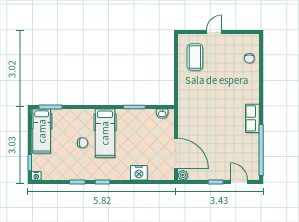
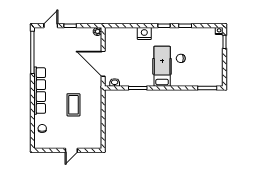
coffee table: (195, 57) -> (73, 105), moved
row of seats: (252, 118) -> (40, 91), width x2.02
hospital bed: (42, 131) -> (215, 68), removed
door: (176, 154) -> (103, 64), moved
nightstand: (139, 173) -> (144, 33), moved
door: (239, 182) -> (51, 26), swing flipped

